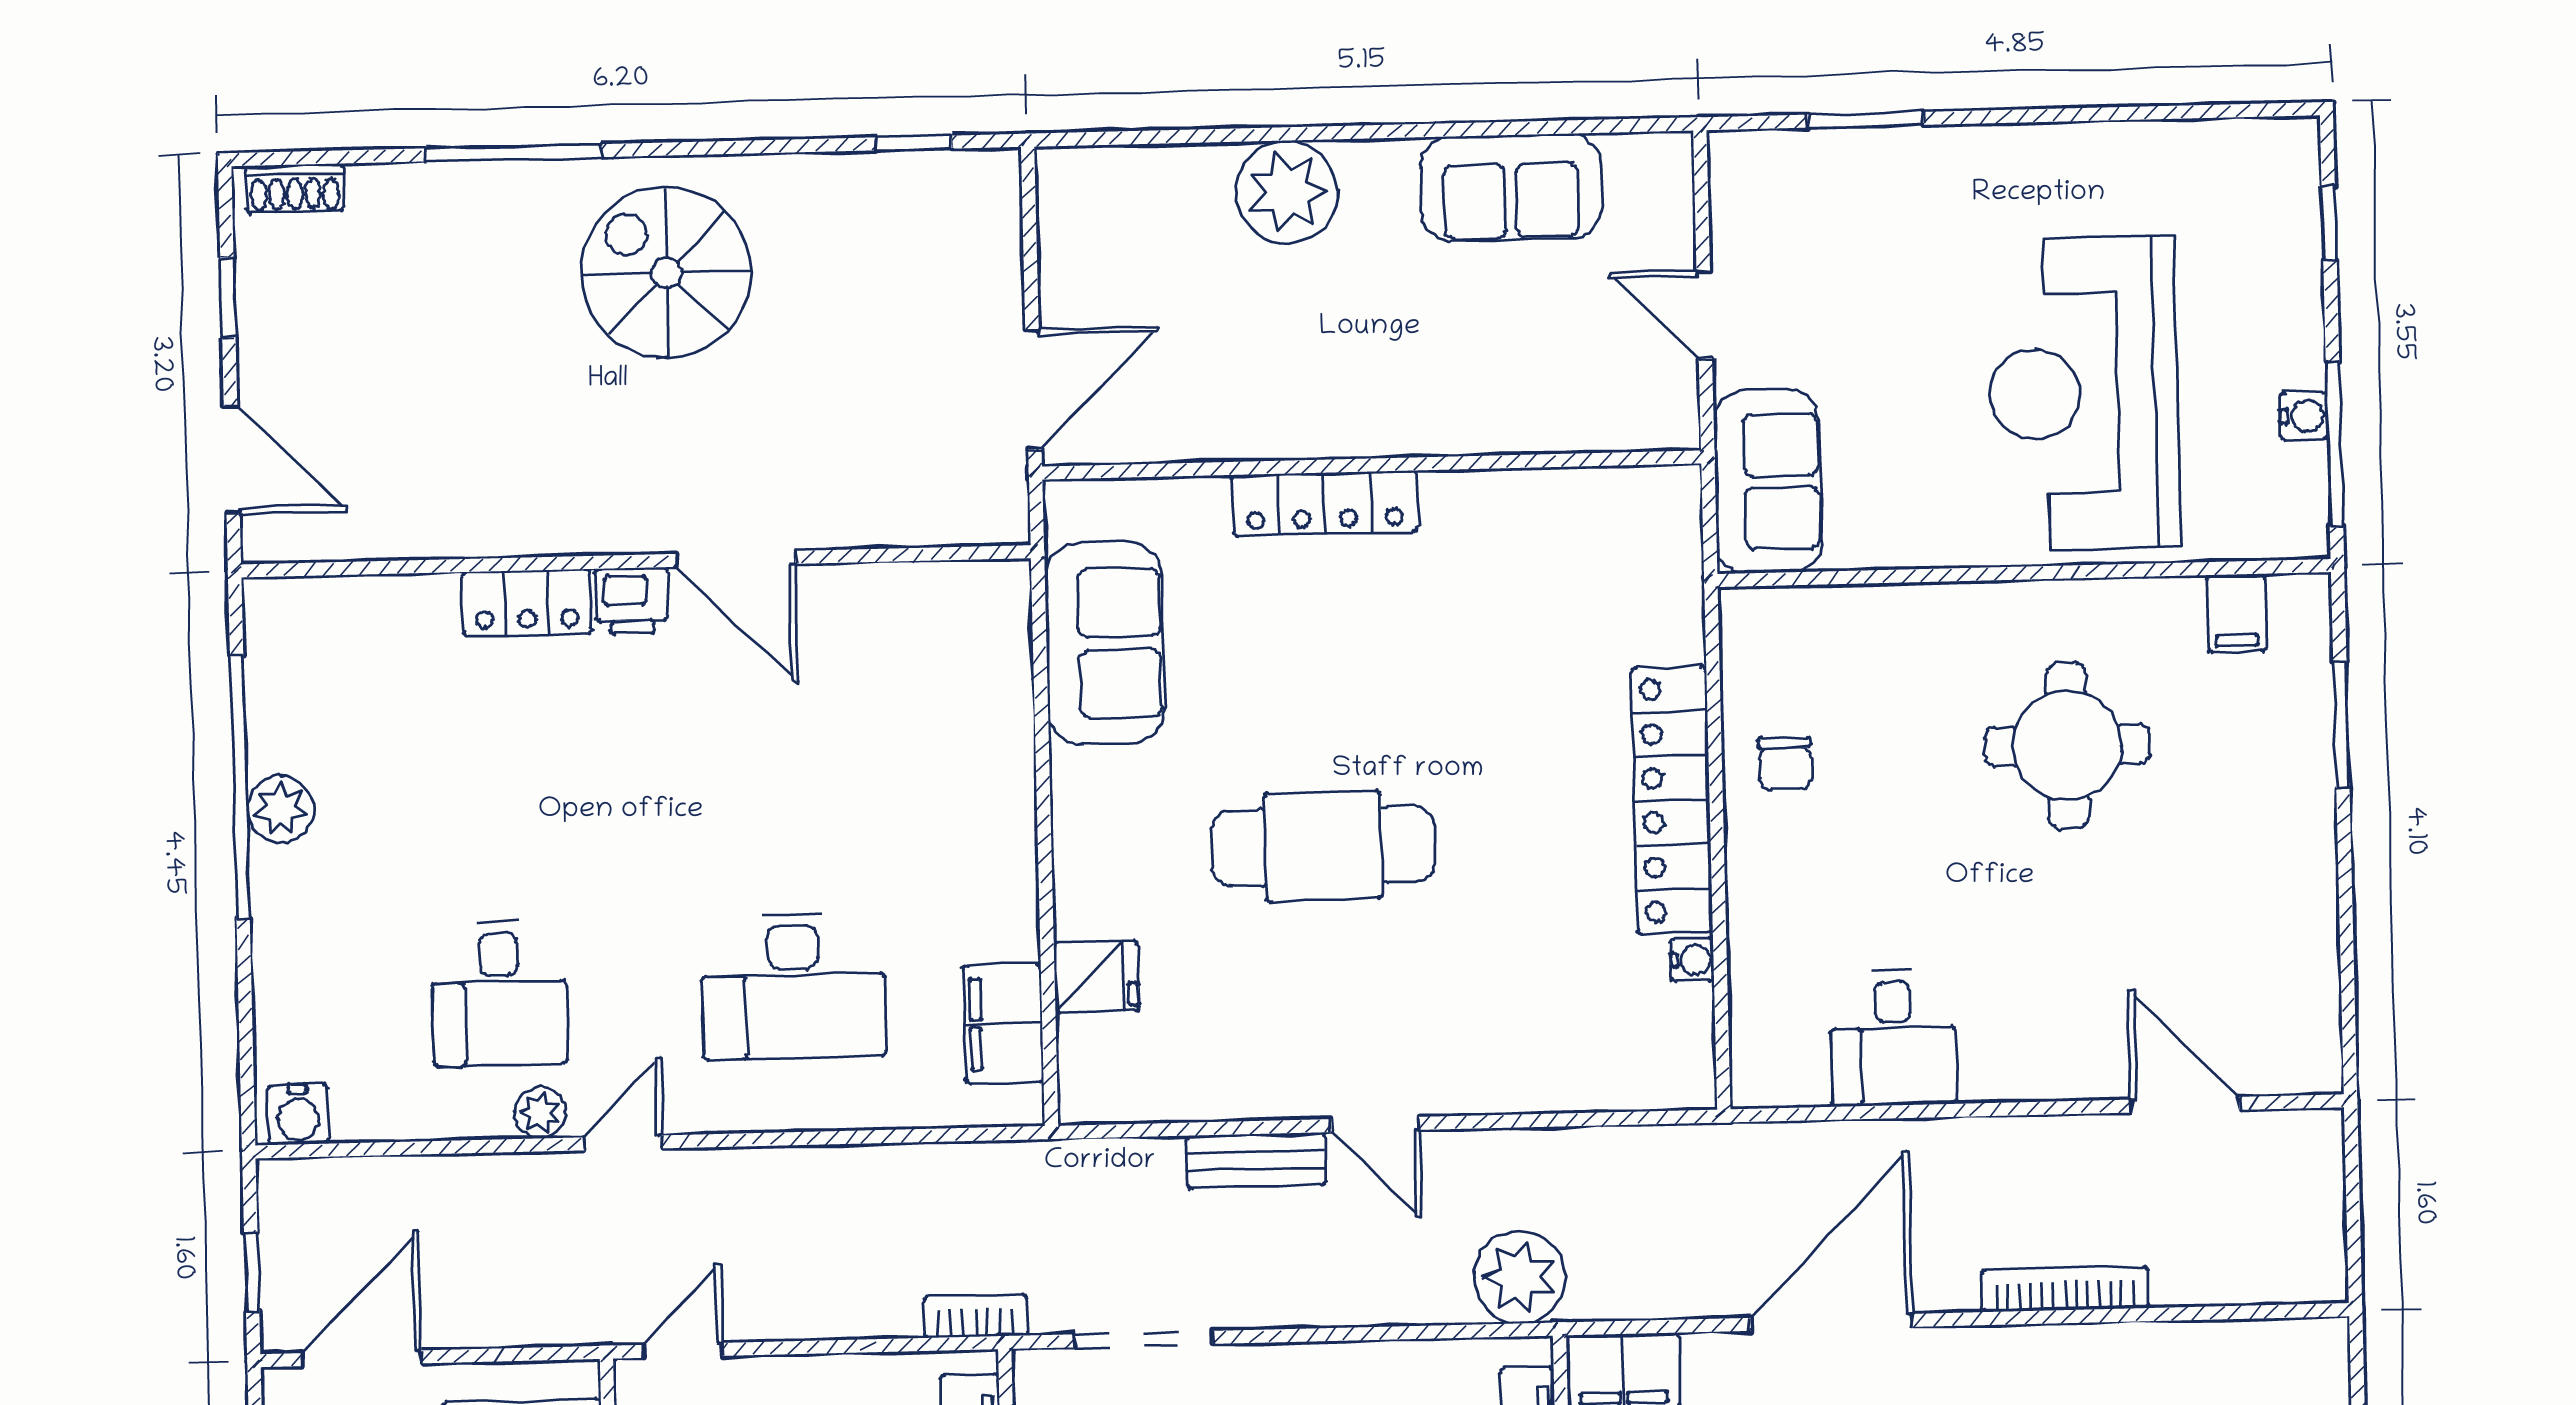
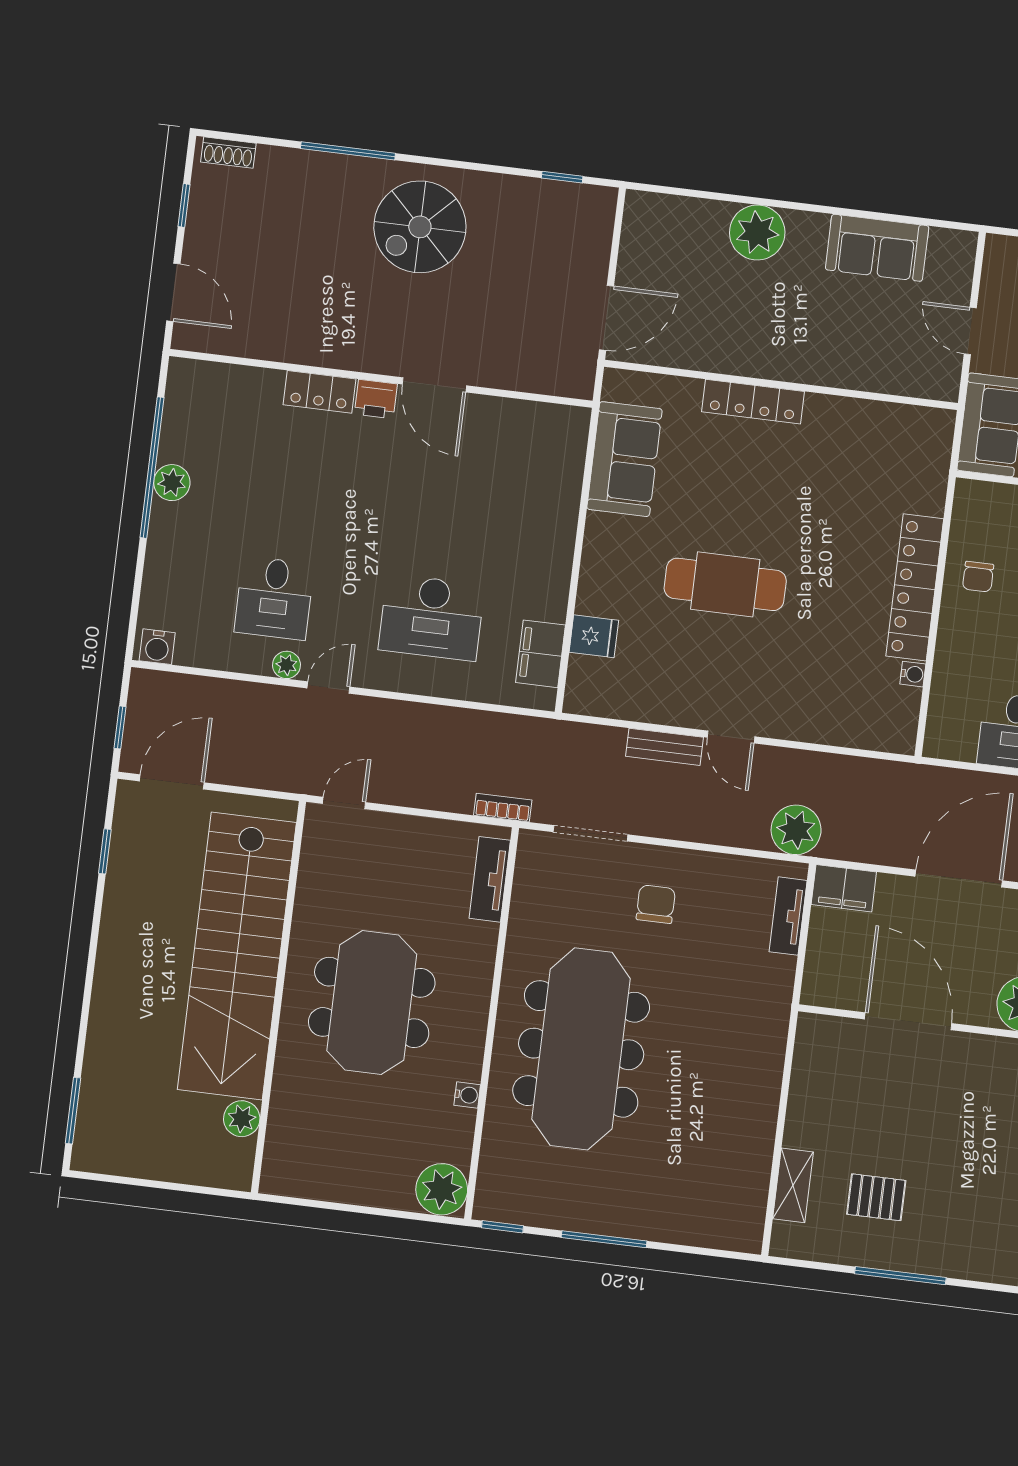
spiral stairs: (666, 273) -> (420, 227), turned -90

